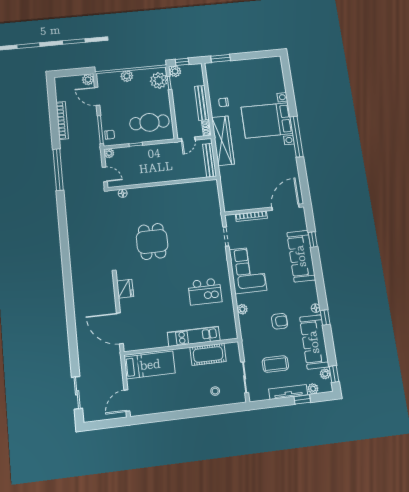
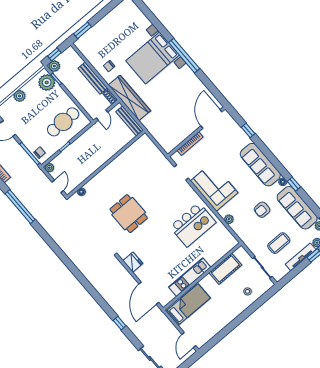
door: (105, 174) -> (58, 186), hinge flipped
sofa: (301, 256) -> (260, 165), moved
kitchen island: (205, 292) -> (193, 225), width x1.37, depth x1.28
armchair: (280, 321) -> (262, 210), turned 180
door: (120, 328) -> (149, 293), hinge flipped
kitchen unit: (194, 336) -> (190, 277), moved
window: (72, 338) -> (120, 323), added

